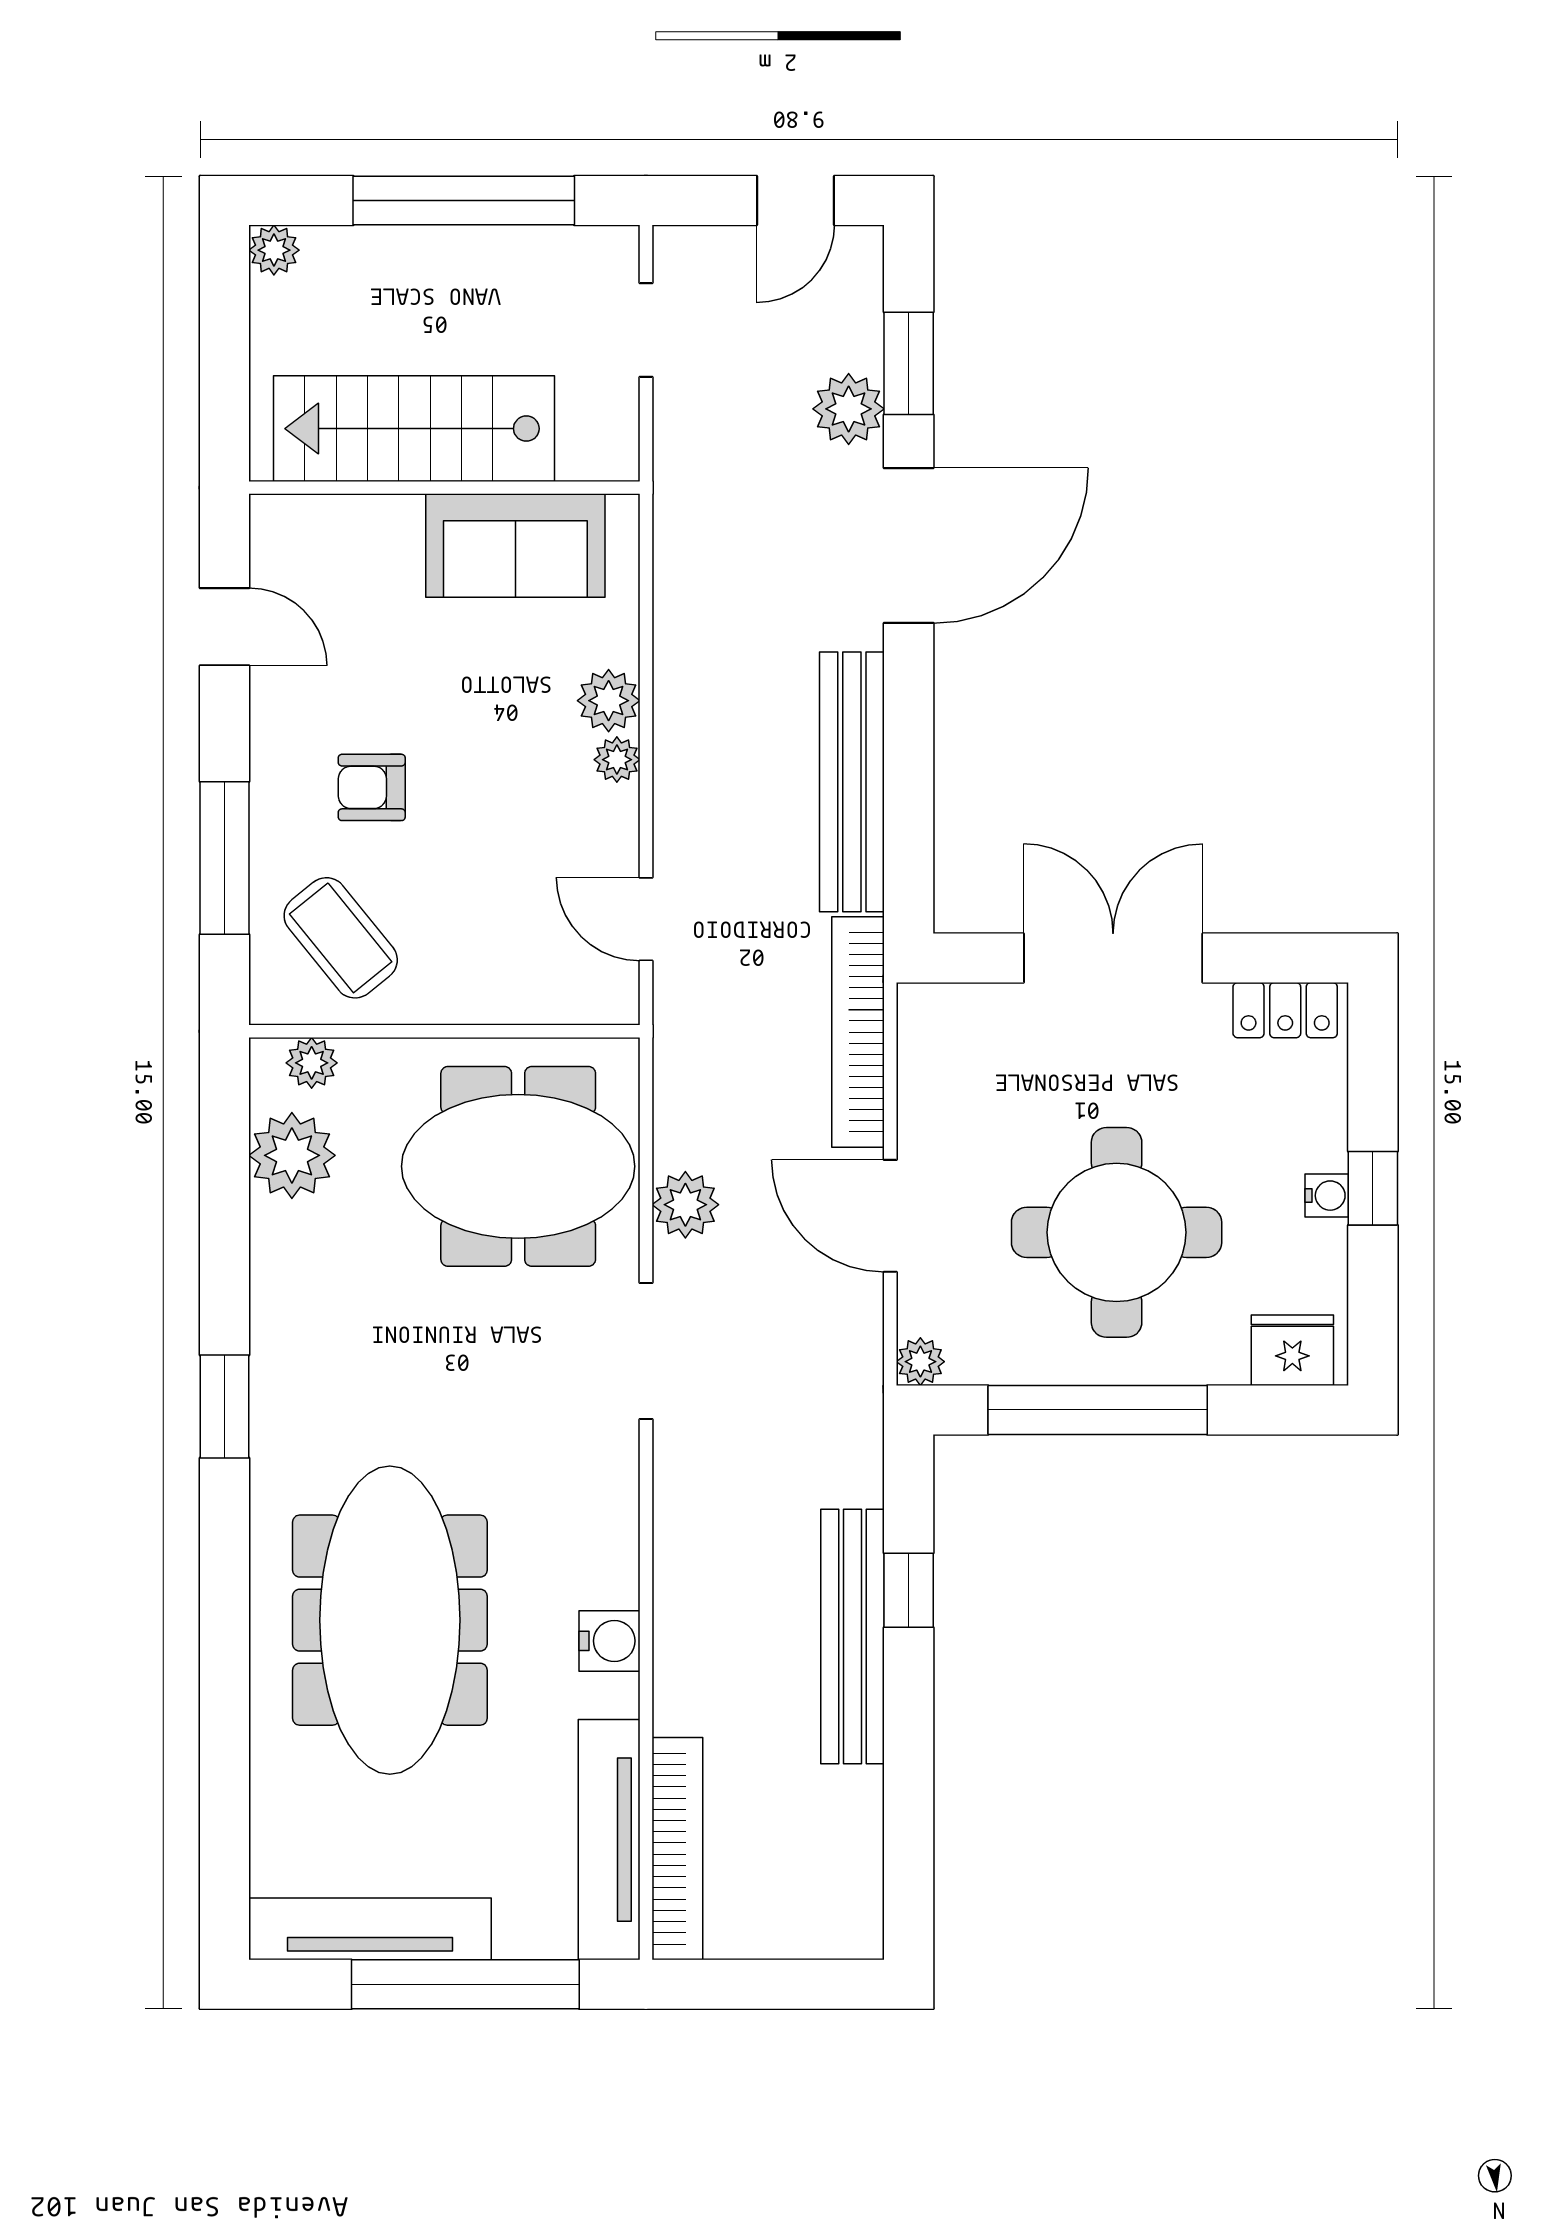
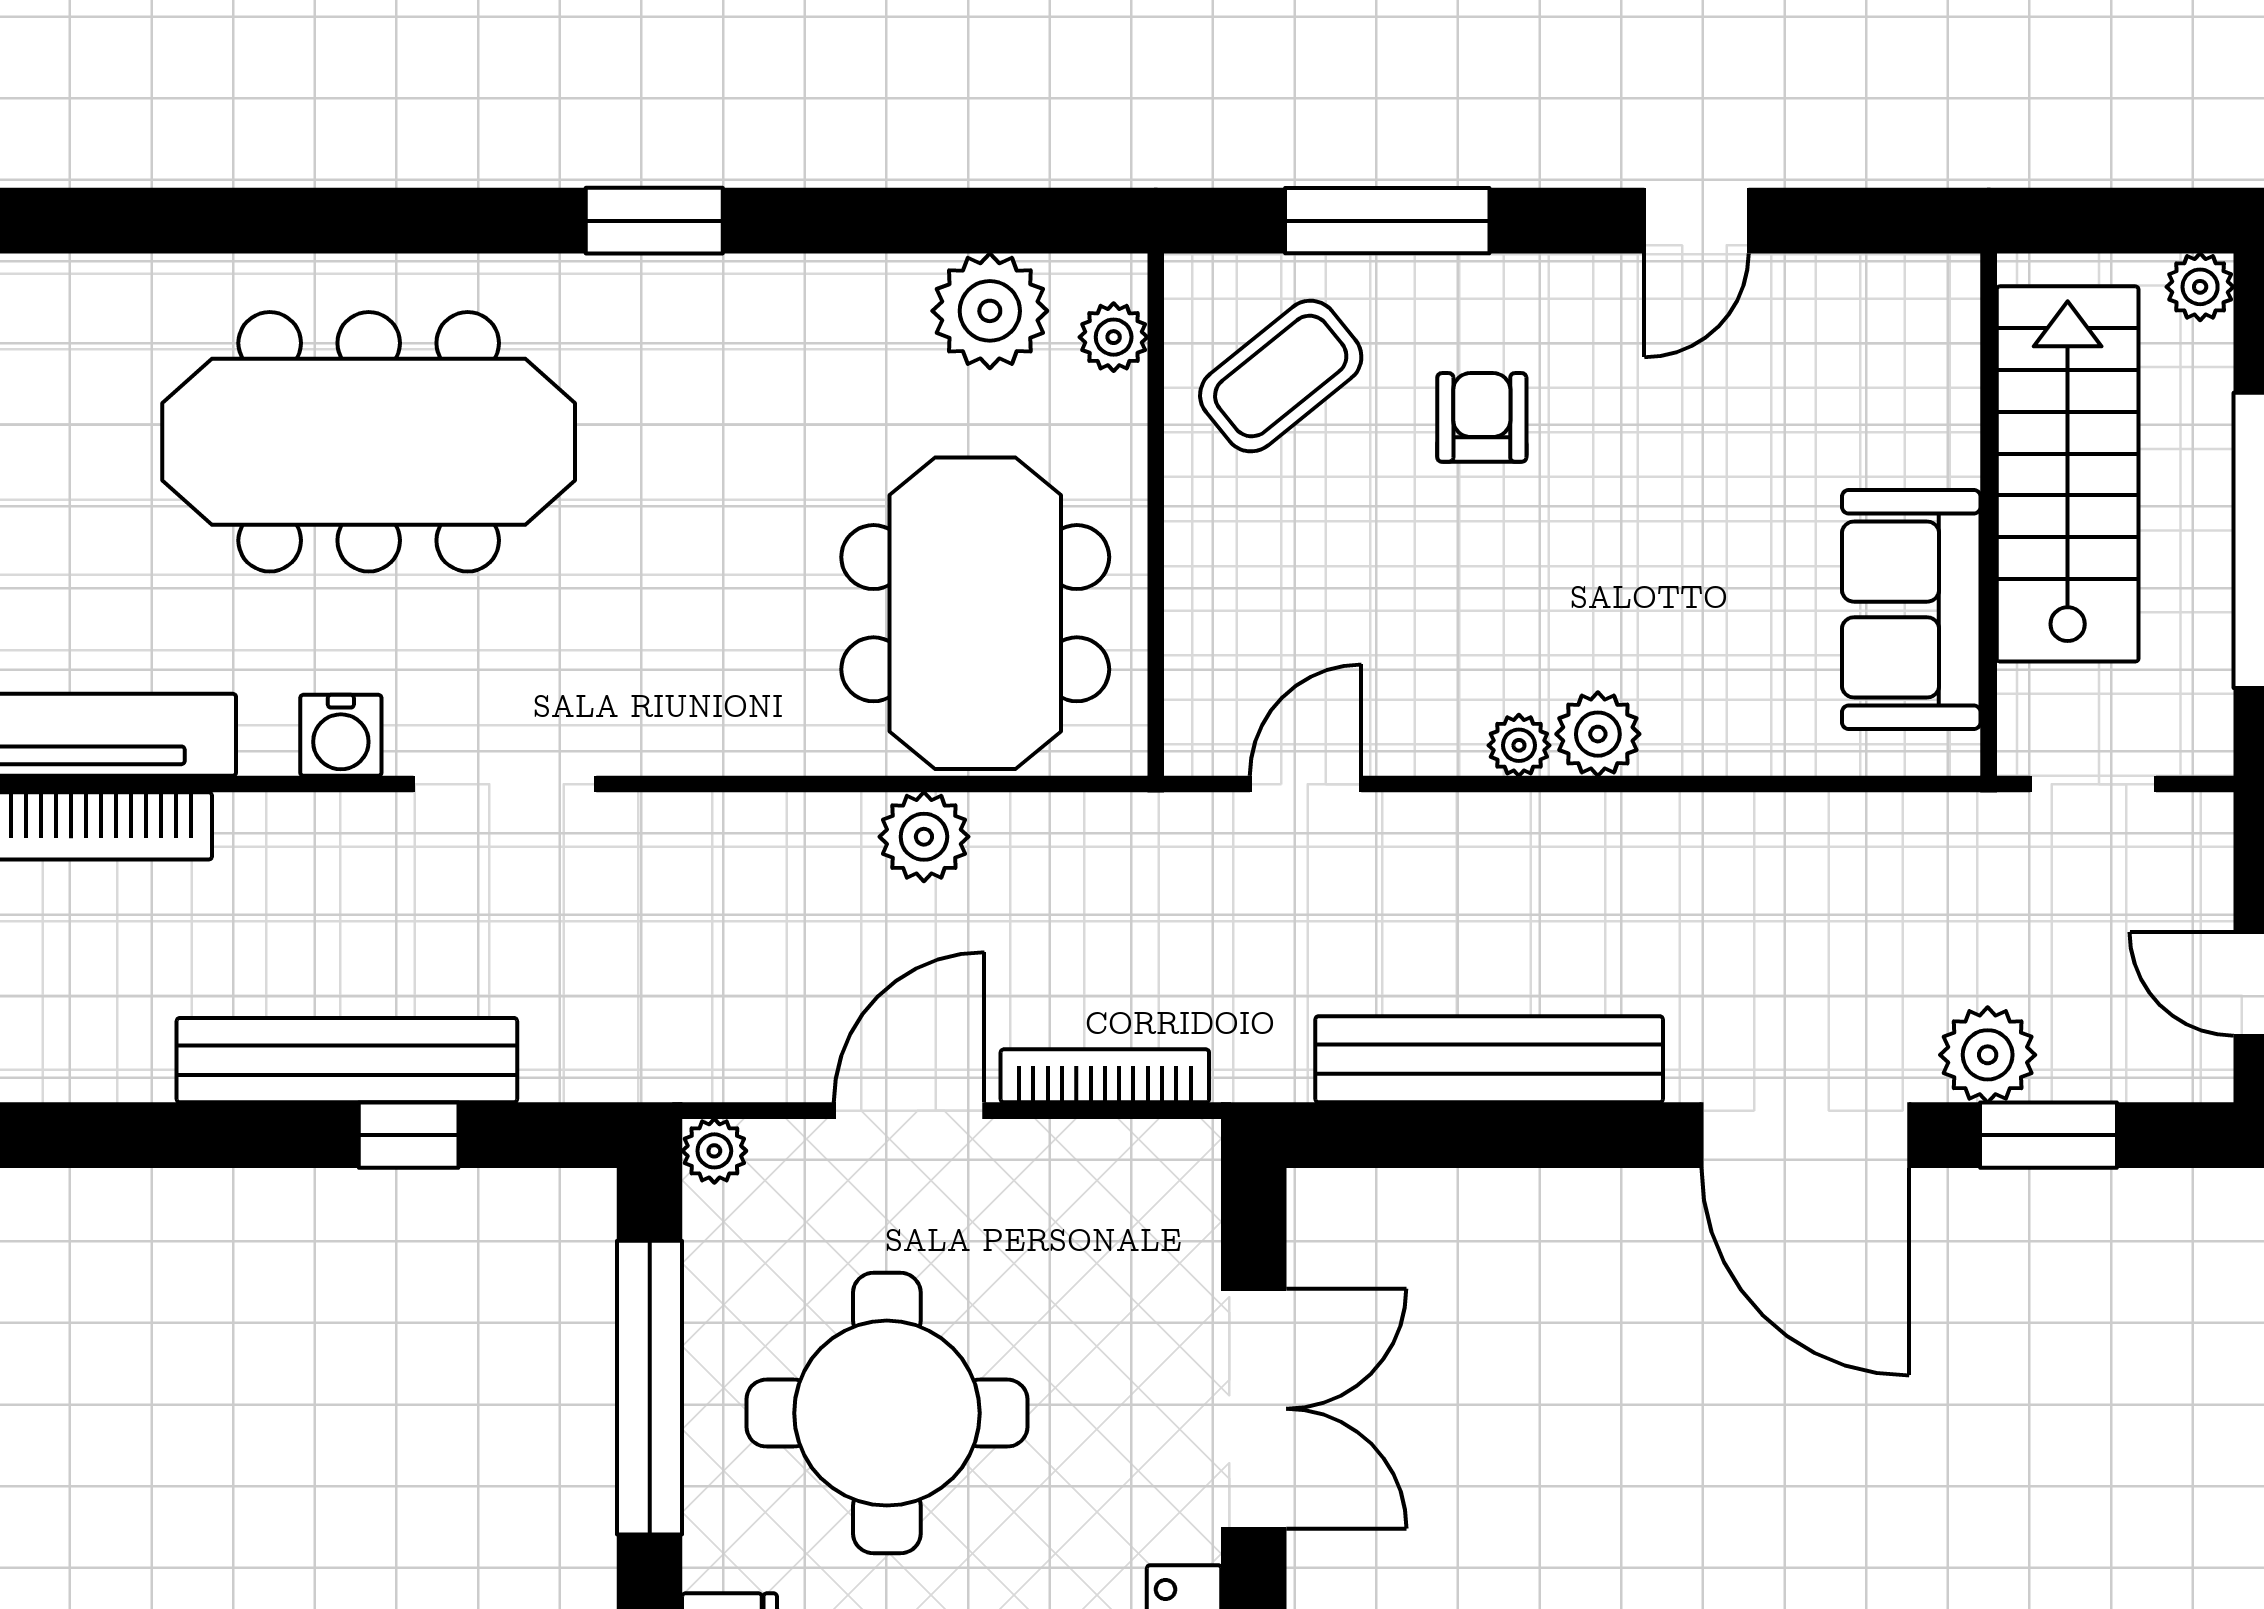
stairs: (414, 429) -> (2068, 474), moved
wall: (444, 488) -> (1989, 515), moved
sofa: (515, 546) -> (1911, 609), moved
bookcase: (858, 1032) -> (1105, 1076), width x0.68, depth x0.76
doorway: (646, 1351) -> (505, 784), moved

